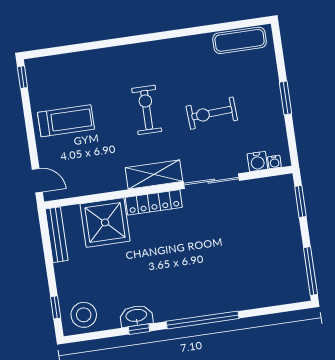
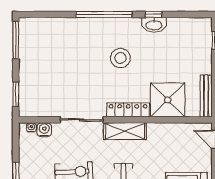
stool: (84, 315) -> (120, 58), moved

